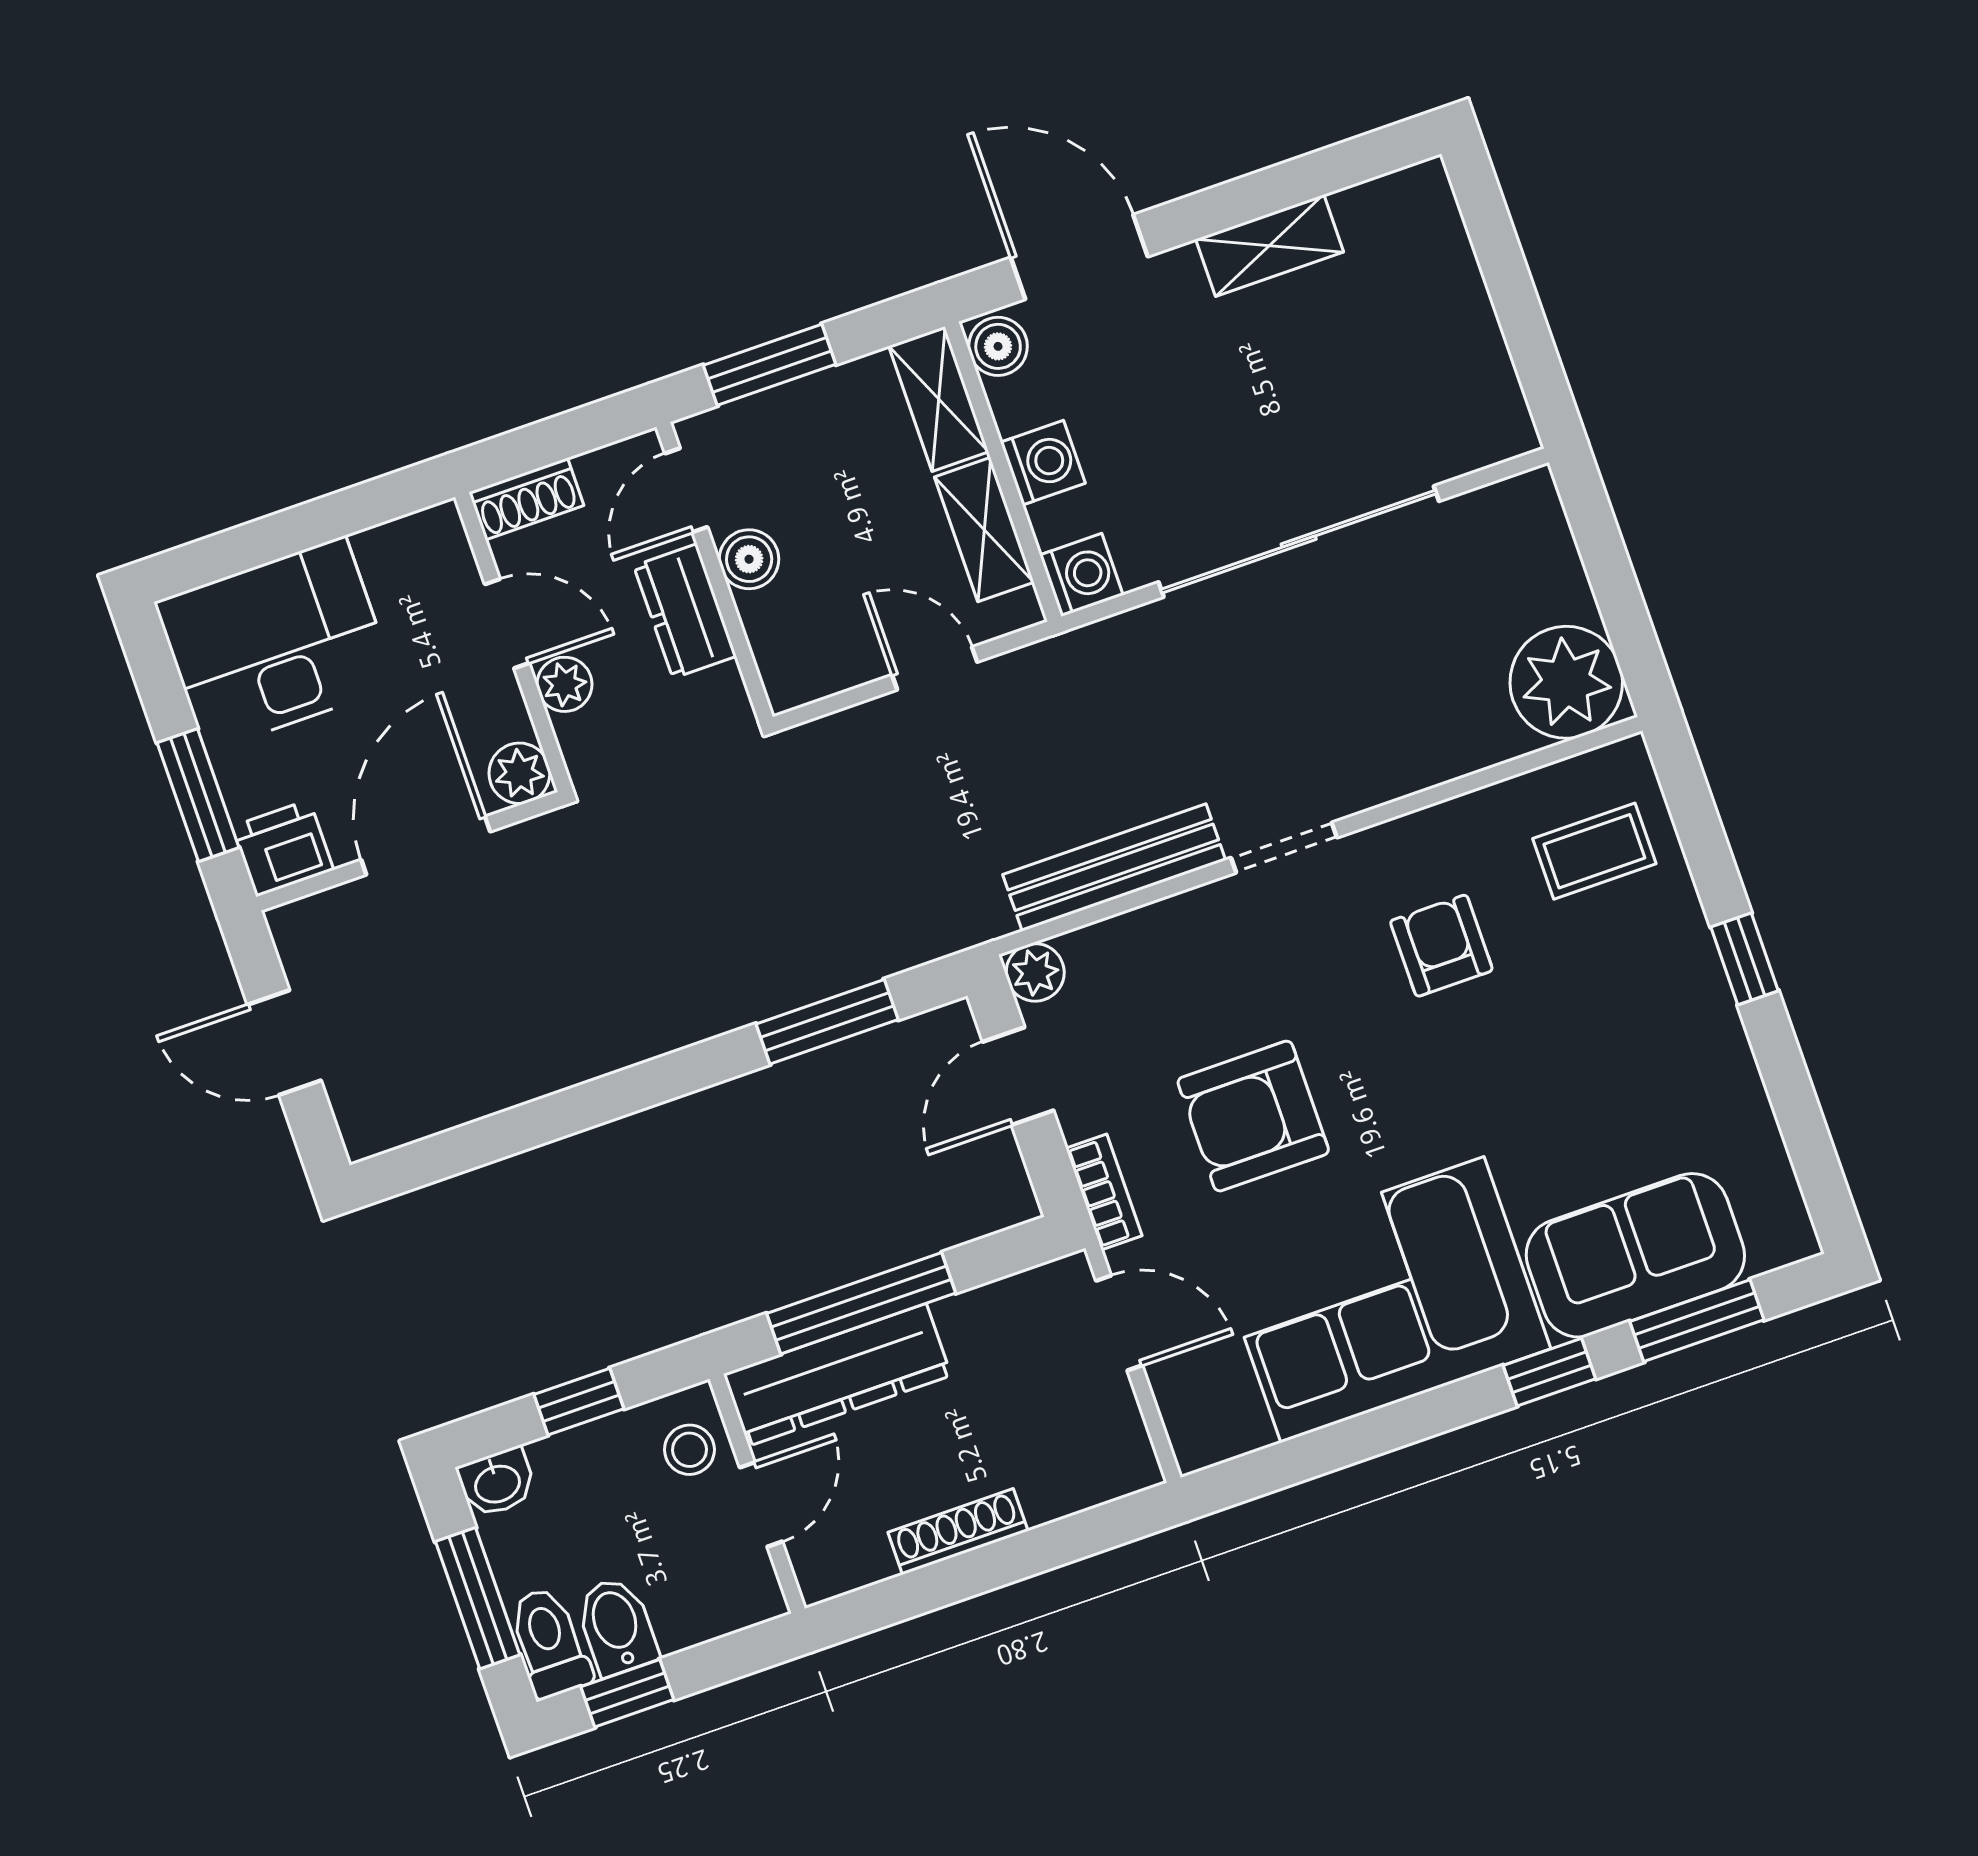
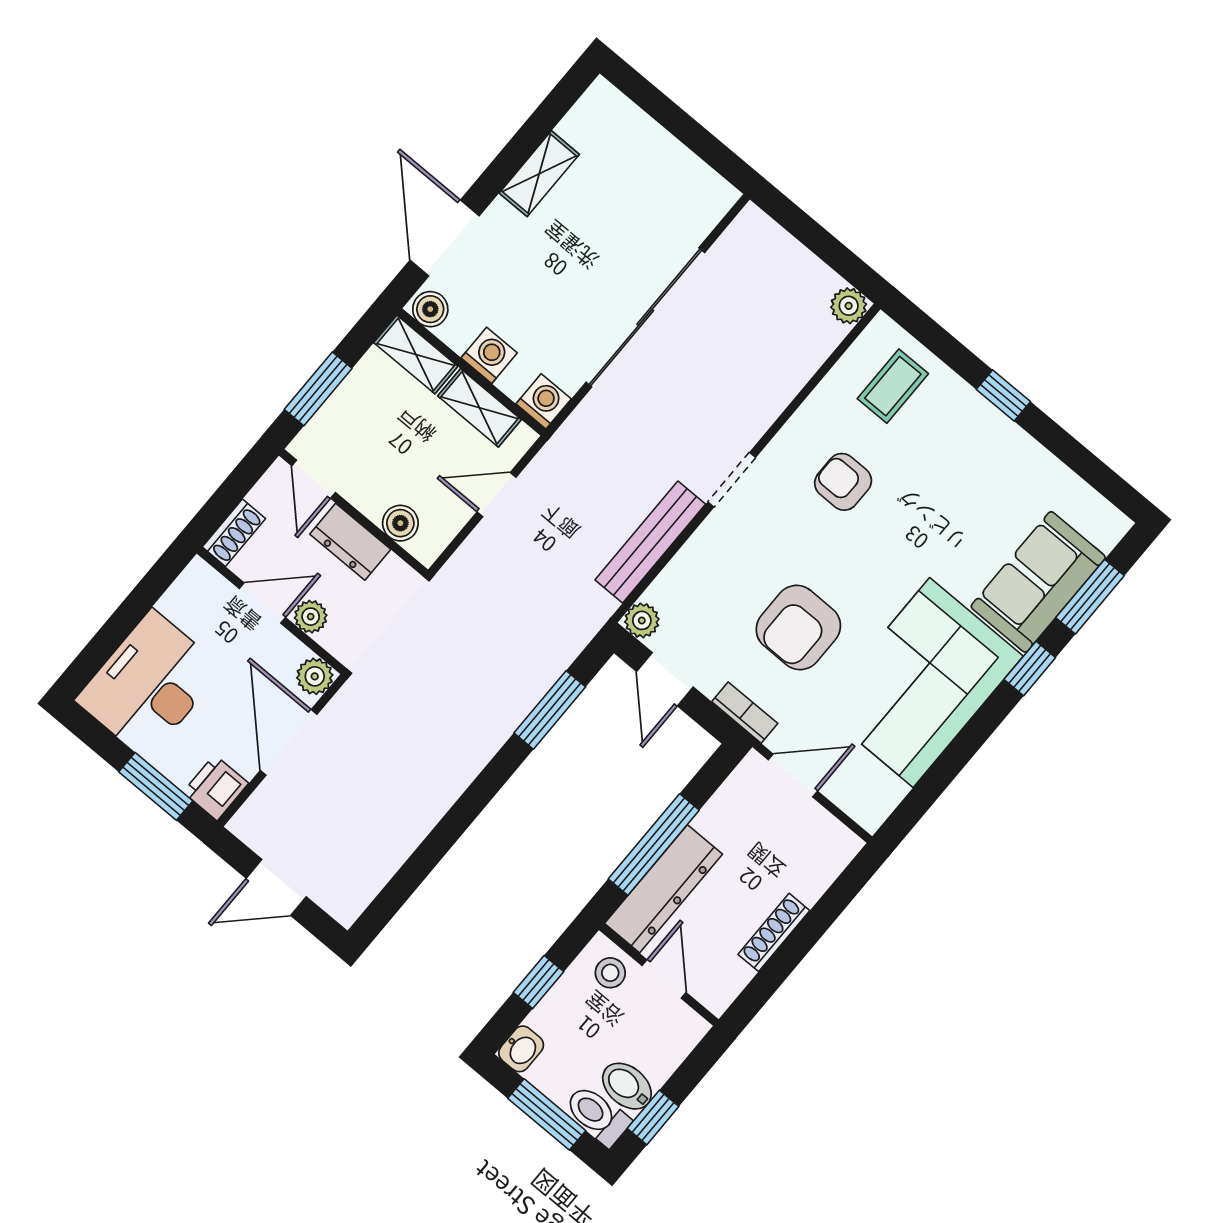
door: (1079, 257) -> (445, 238), hinge flipped
boiler: (749, 559) -> (400, 523), moved
plant: (1566, 682) -> (849, 306), width x0.53, depth x0.53

